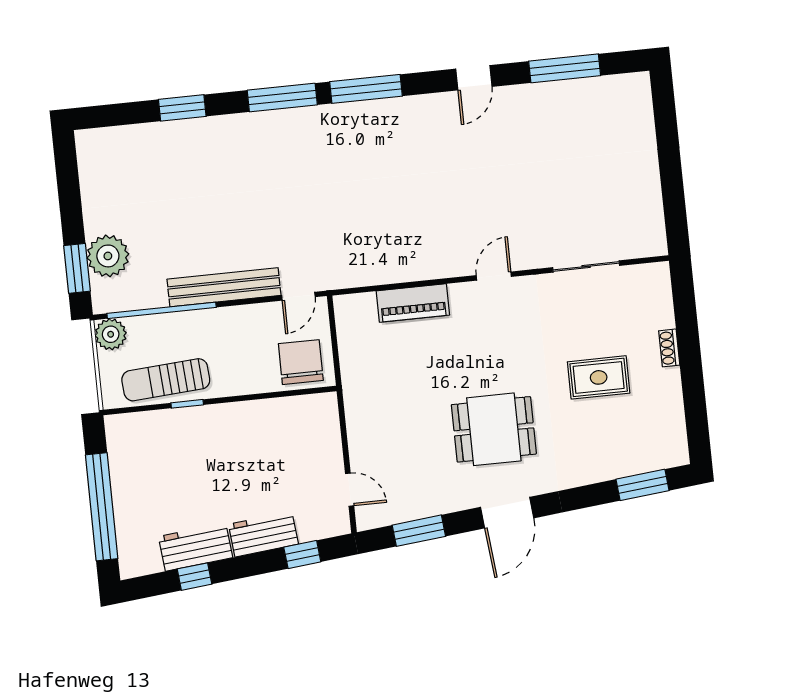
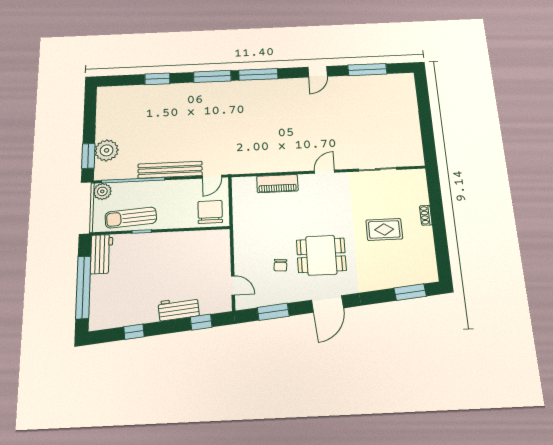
chair: (426, 450) -> (280, 265), added
workbench: (196, 547) -> (102, 254), moved, turned 96

